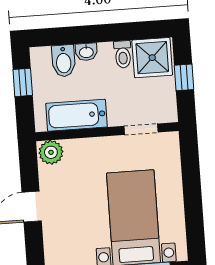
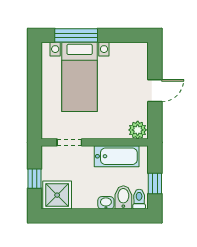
toilet: (123, 54) -> (139, 199), moved

